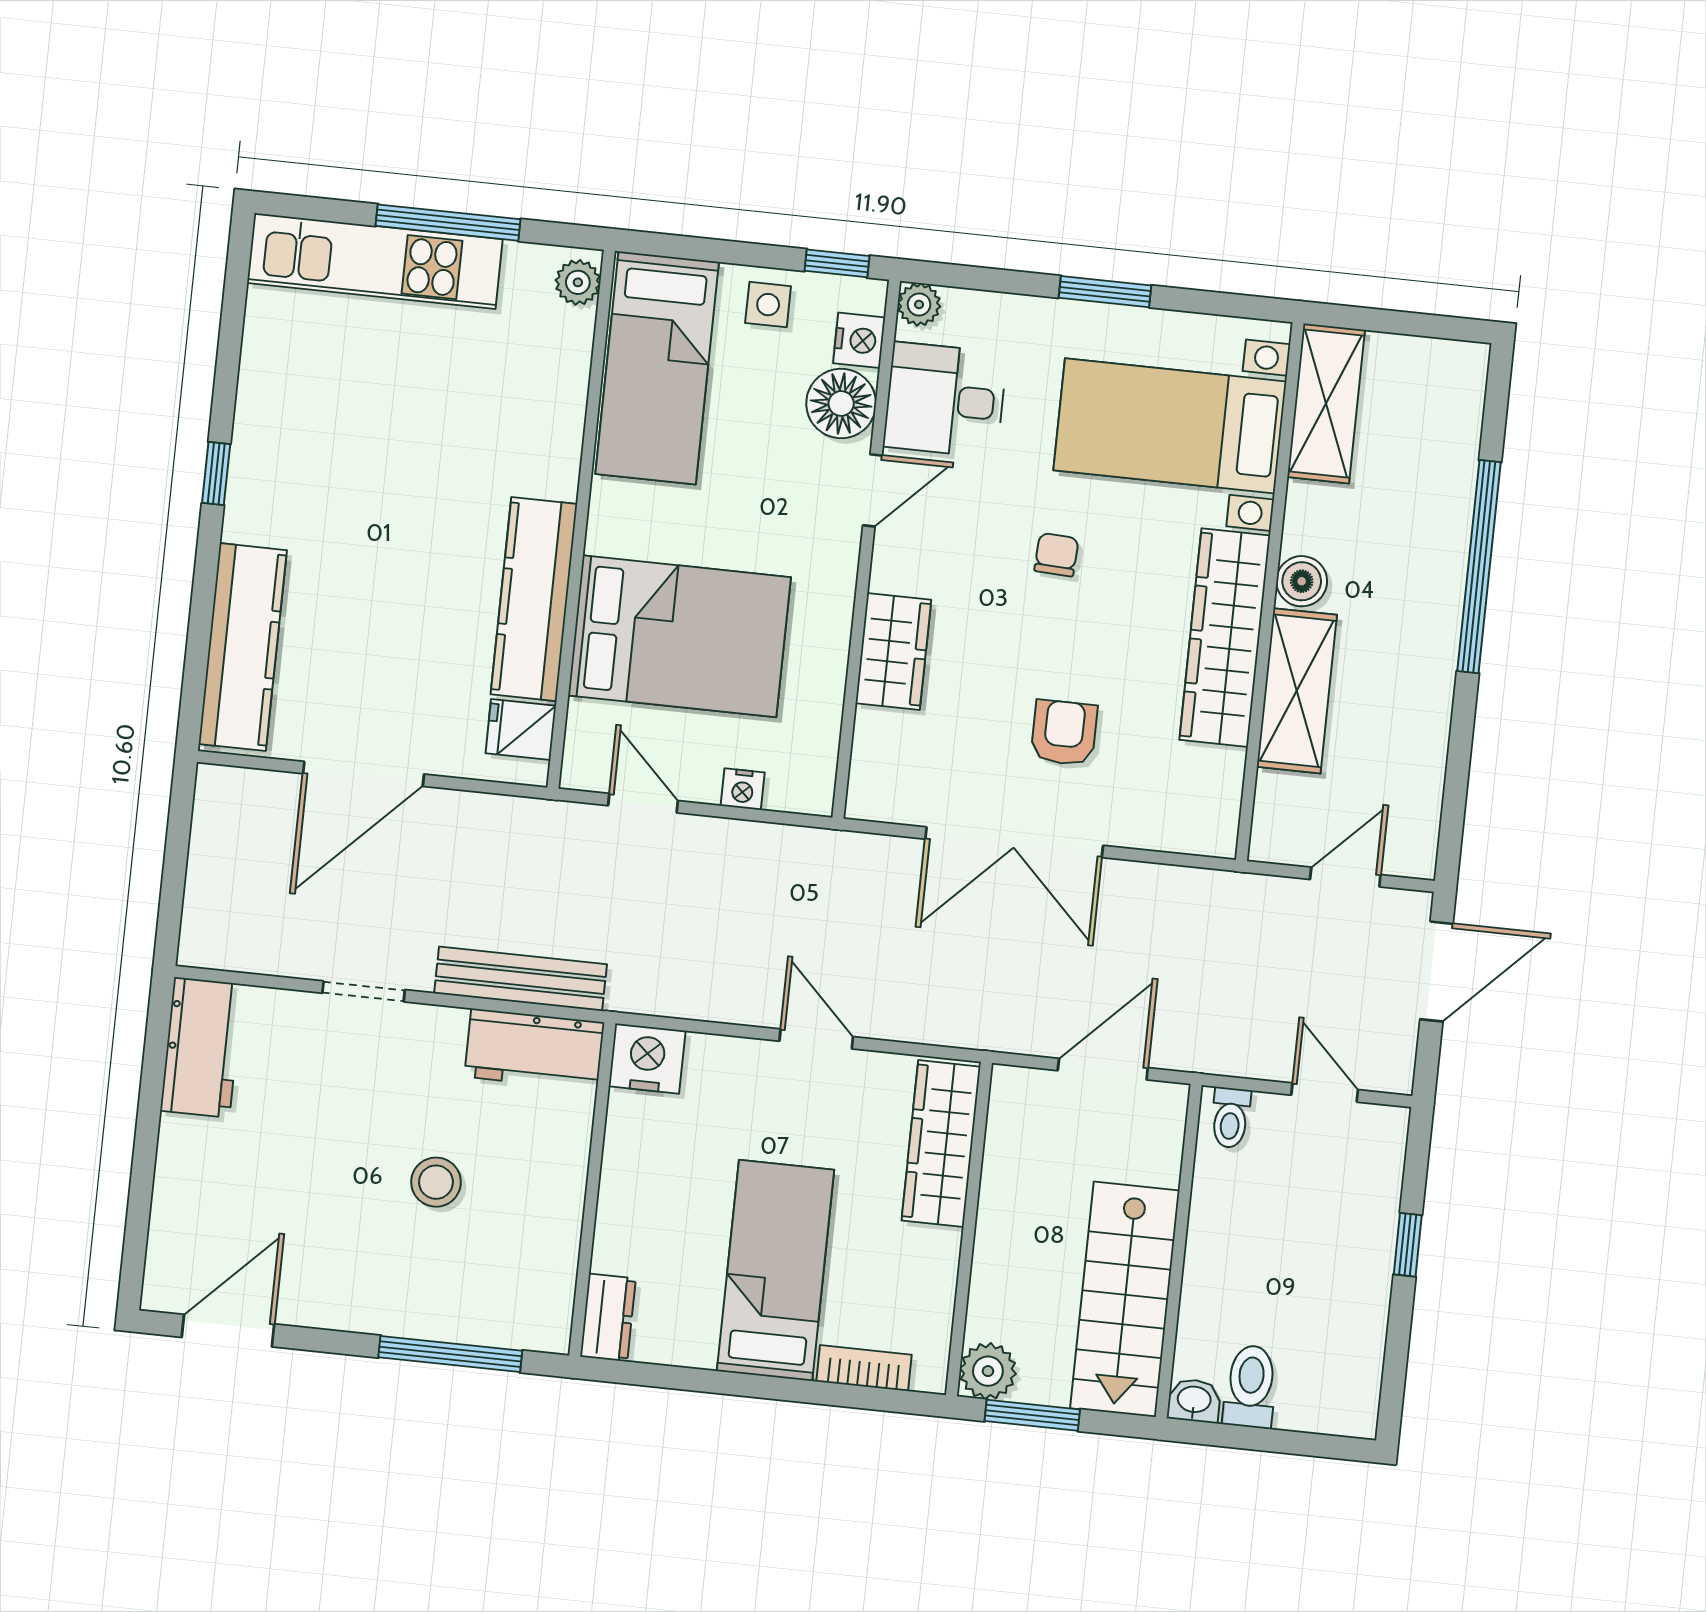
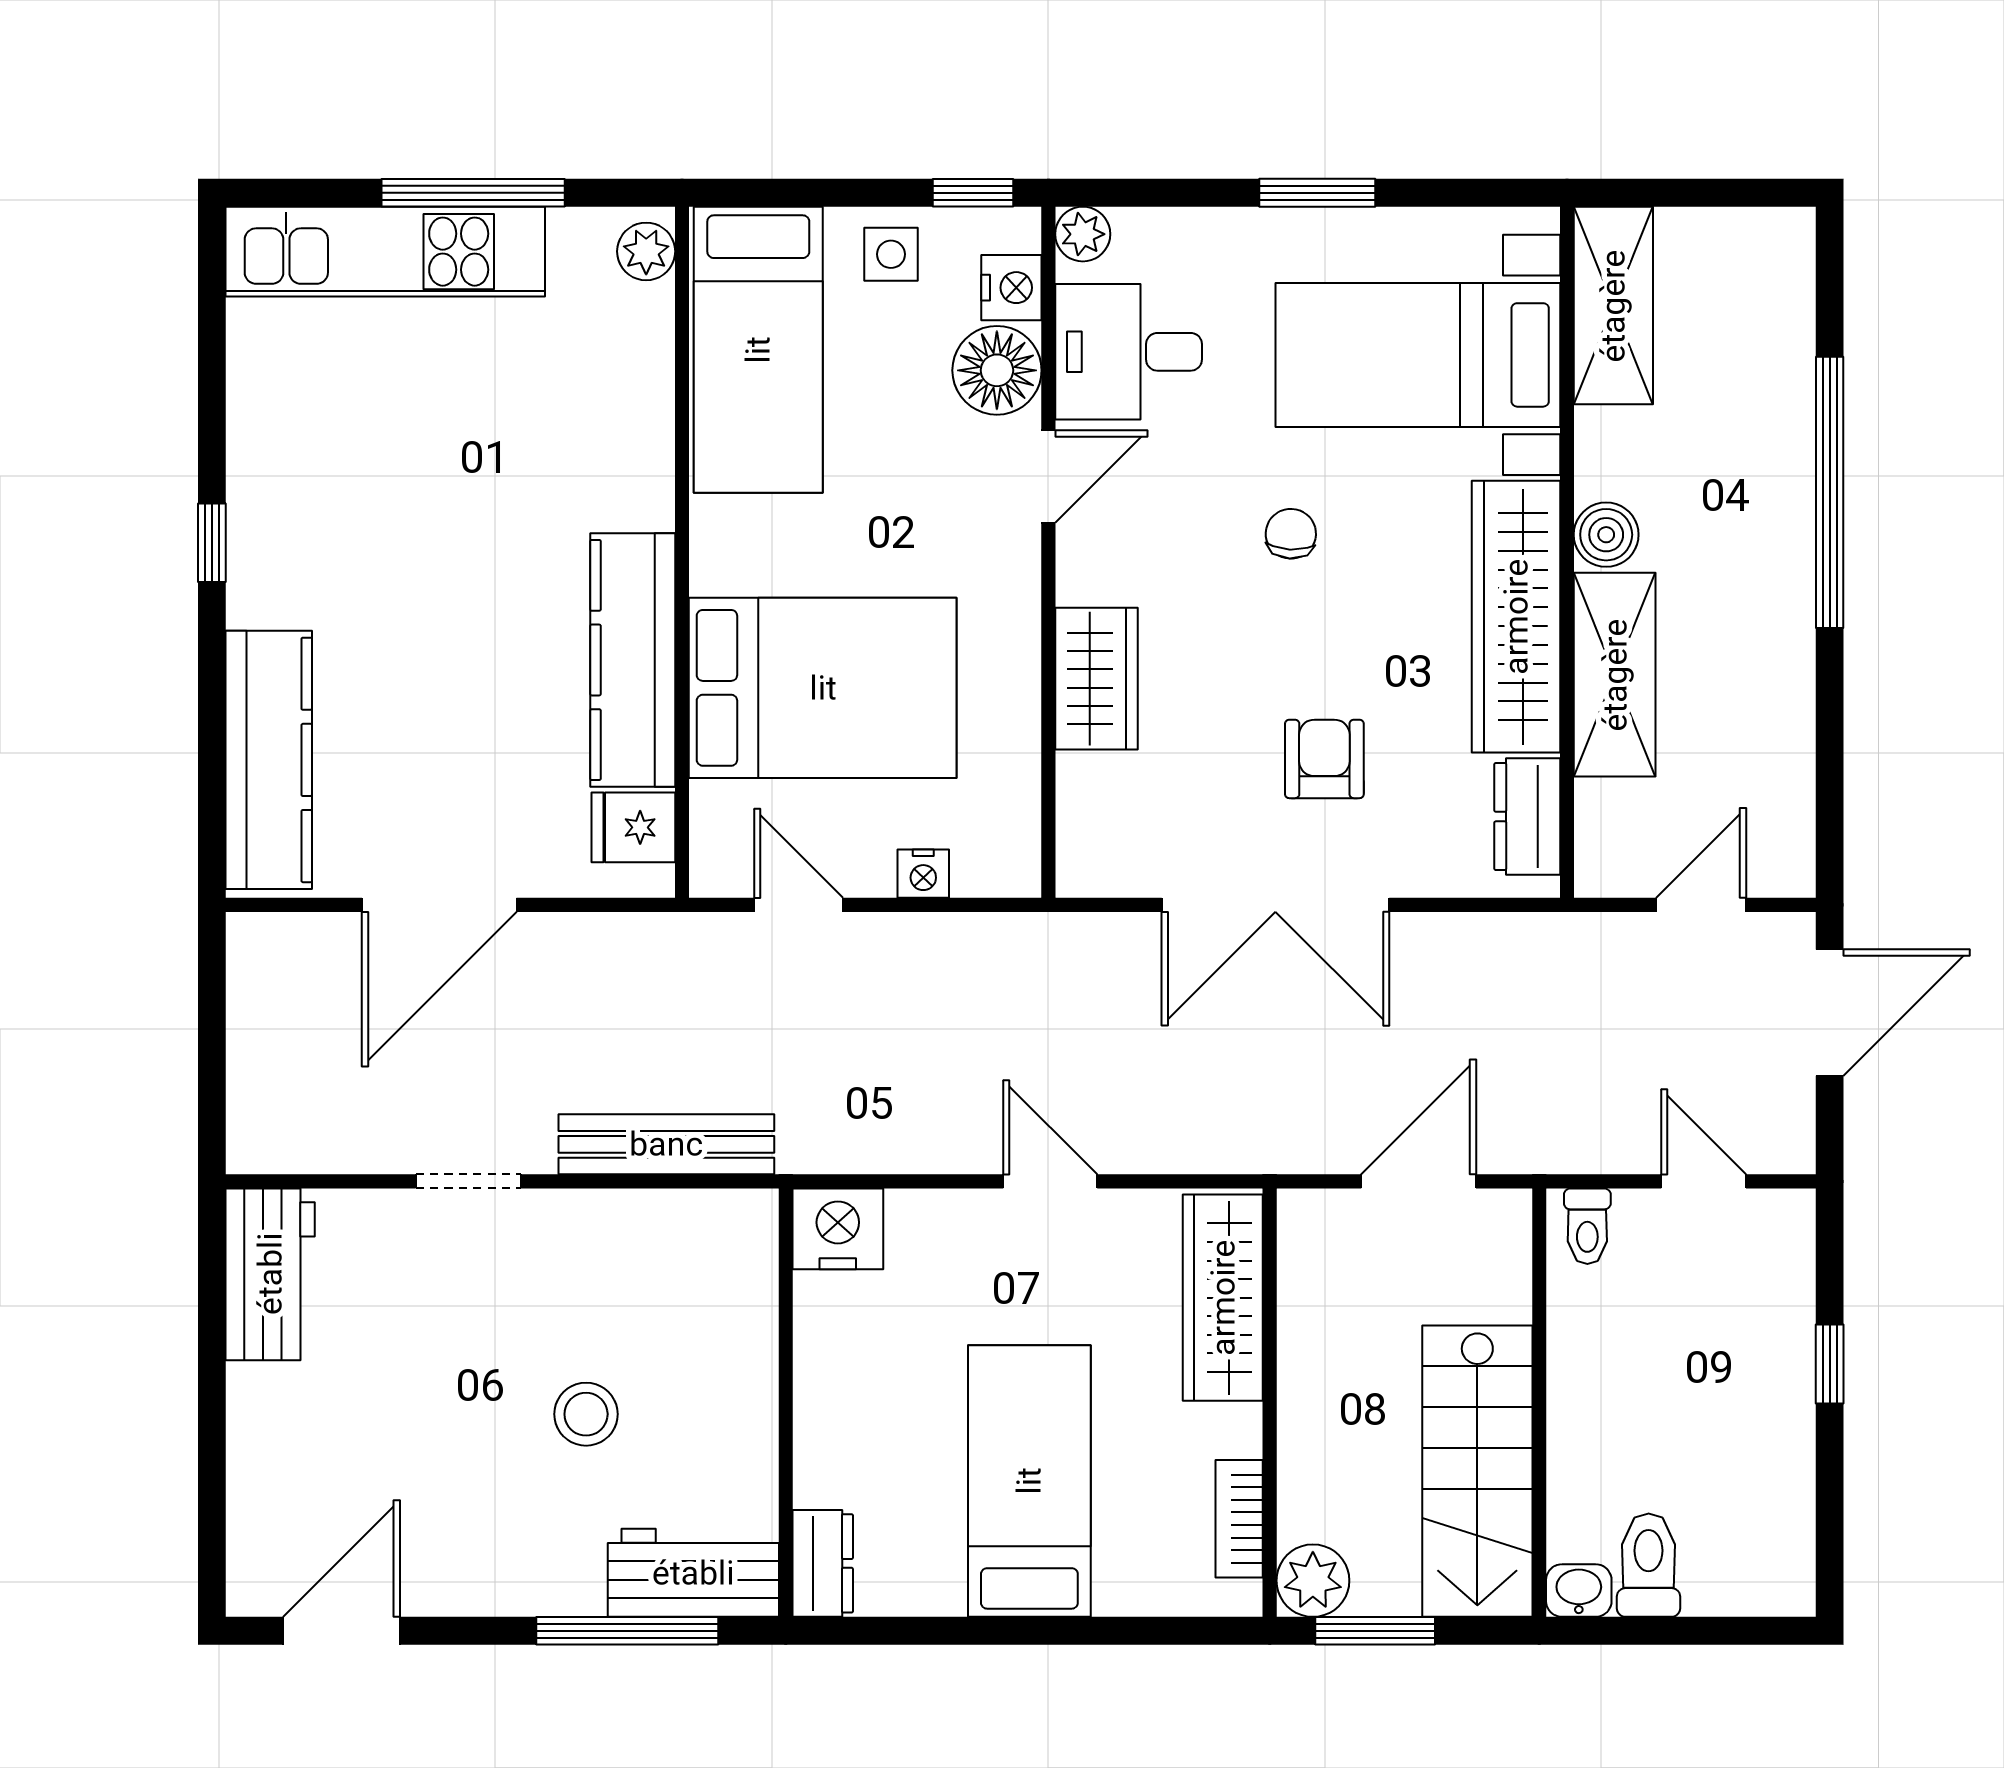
dresser: (1217, 794) -> (1527, 817), added
workbench: (534, 1050) -> (693, 1573), moved, turned 180
bookcase: (864, 1368) -> (1239, 1519), moved, turned -90

